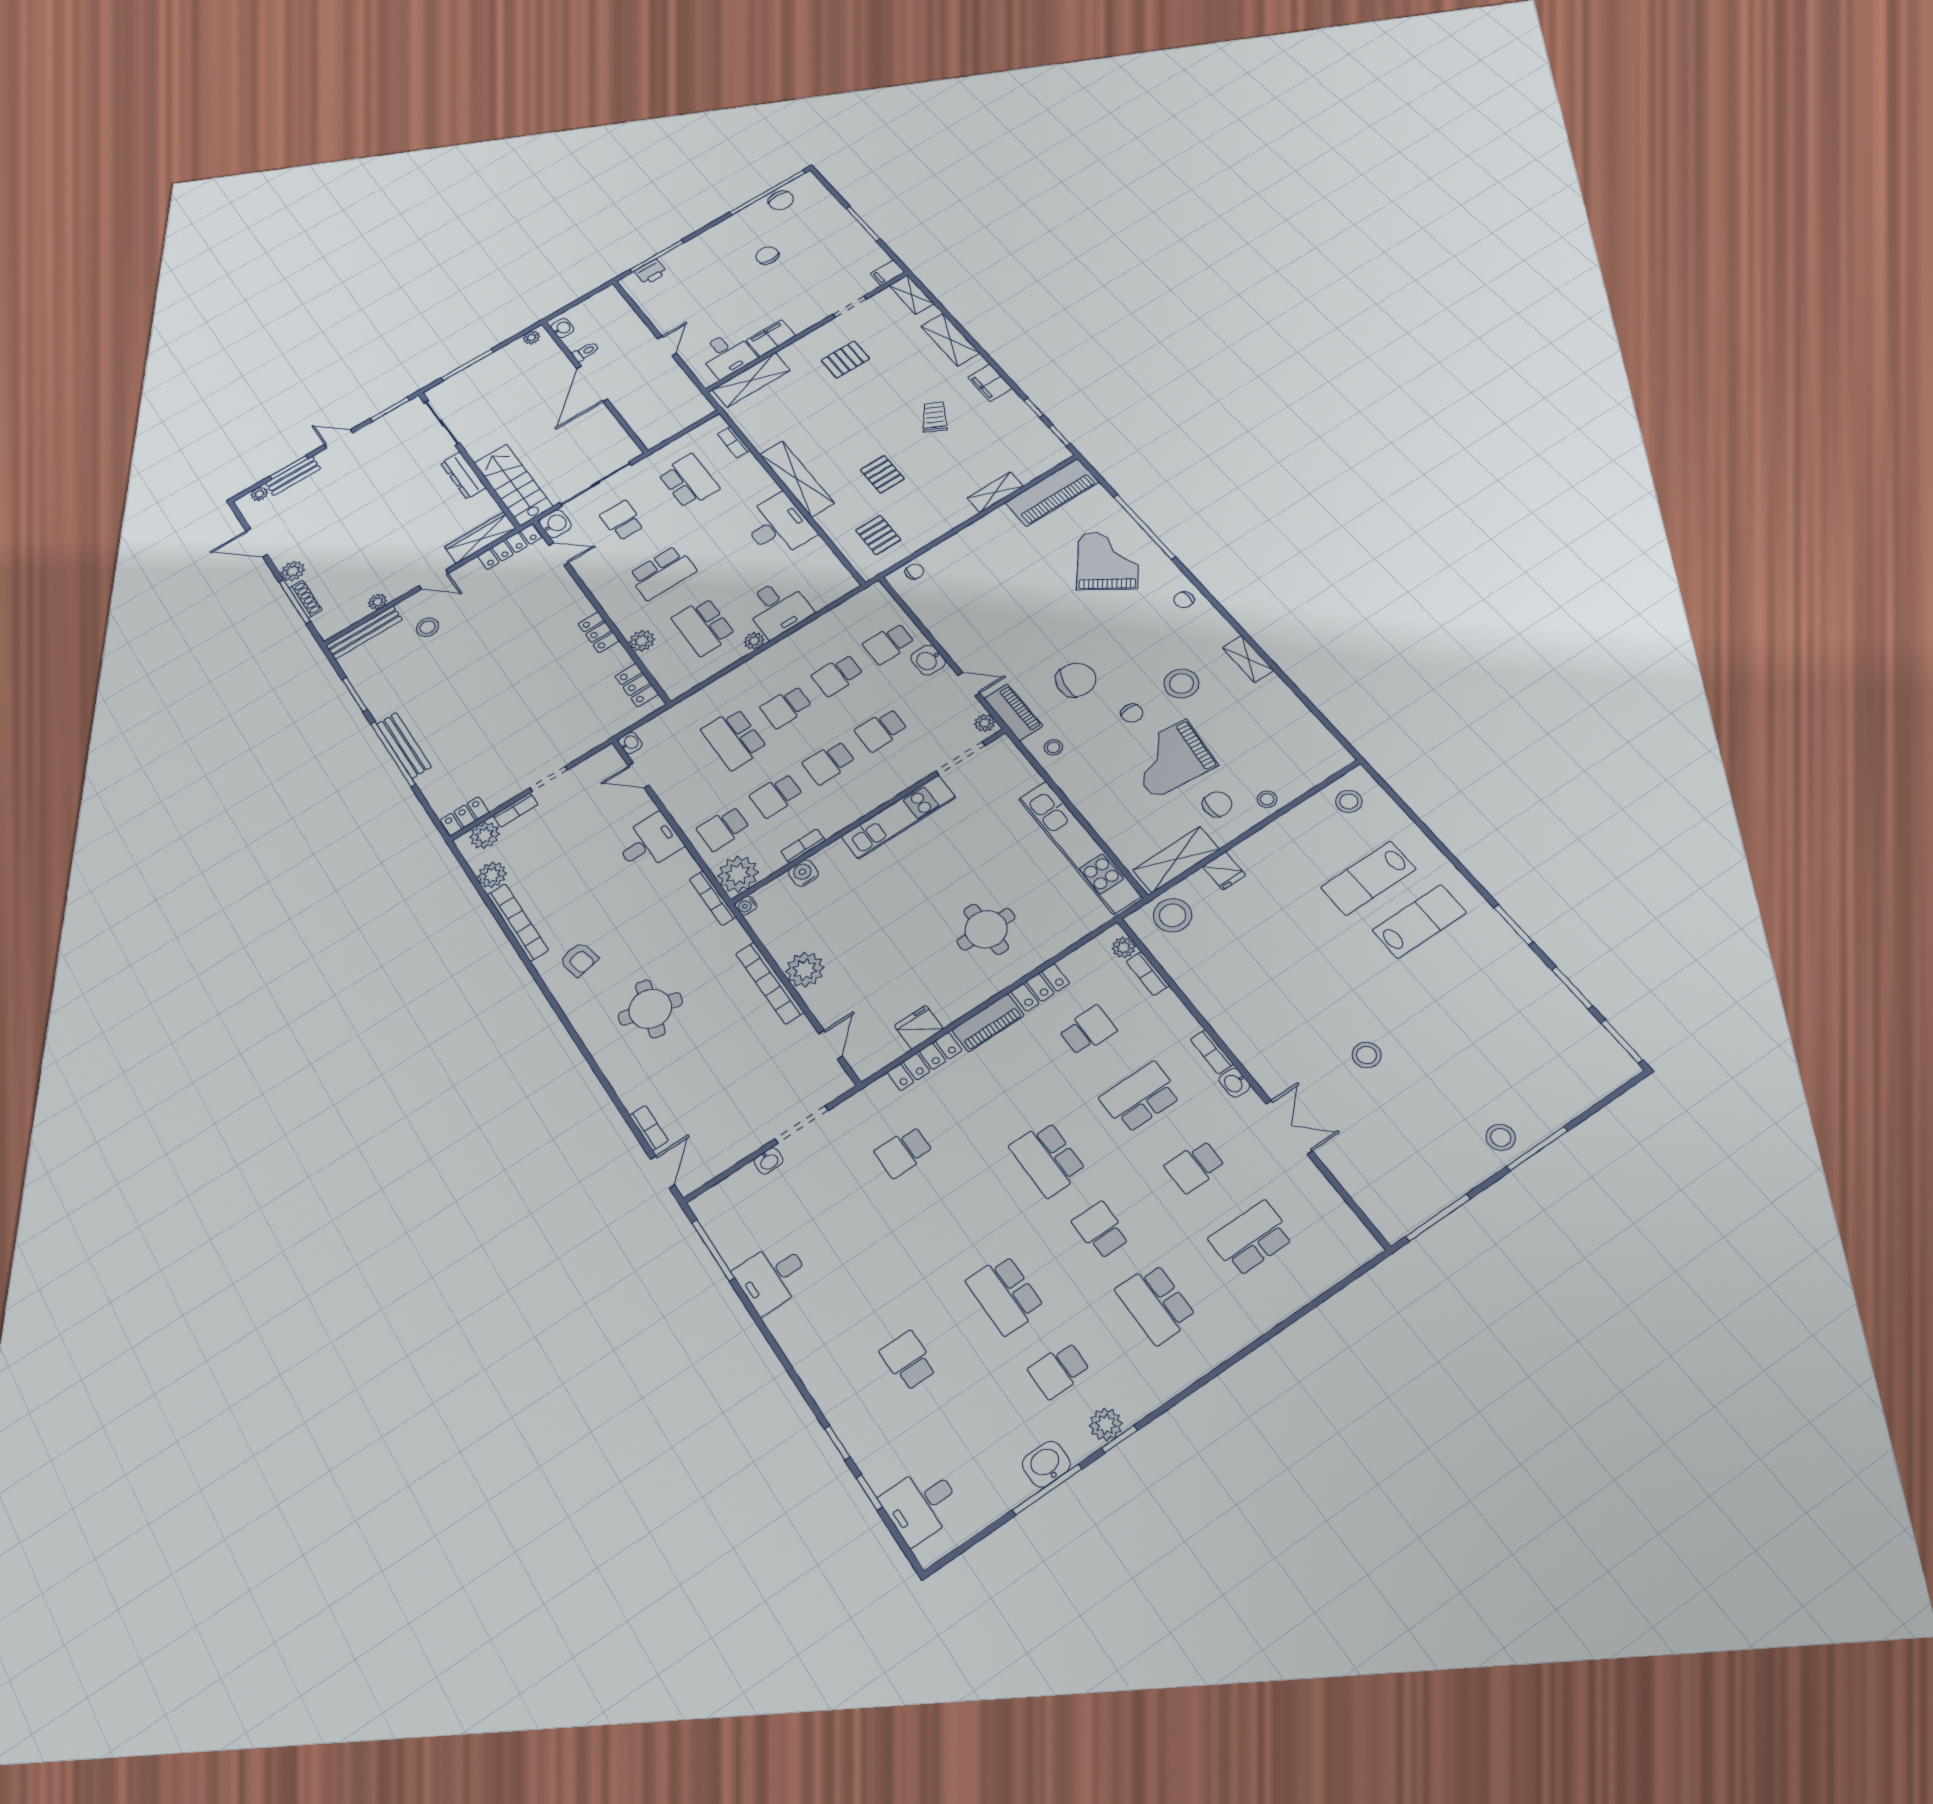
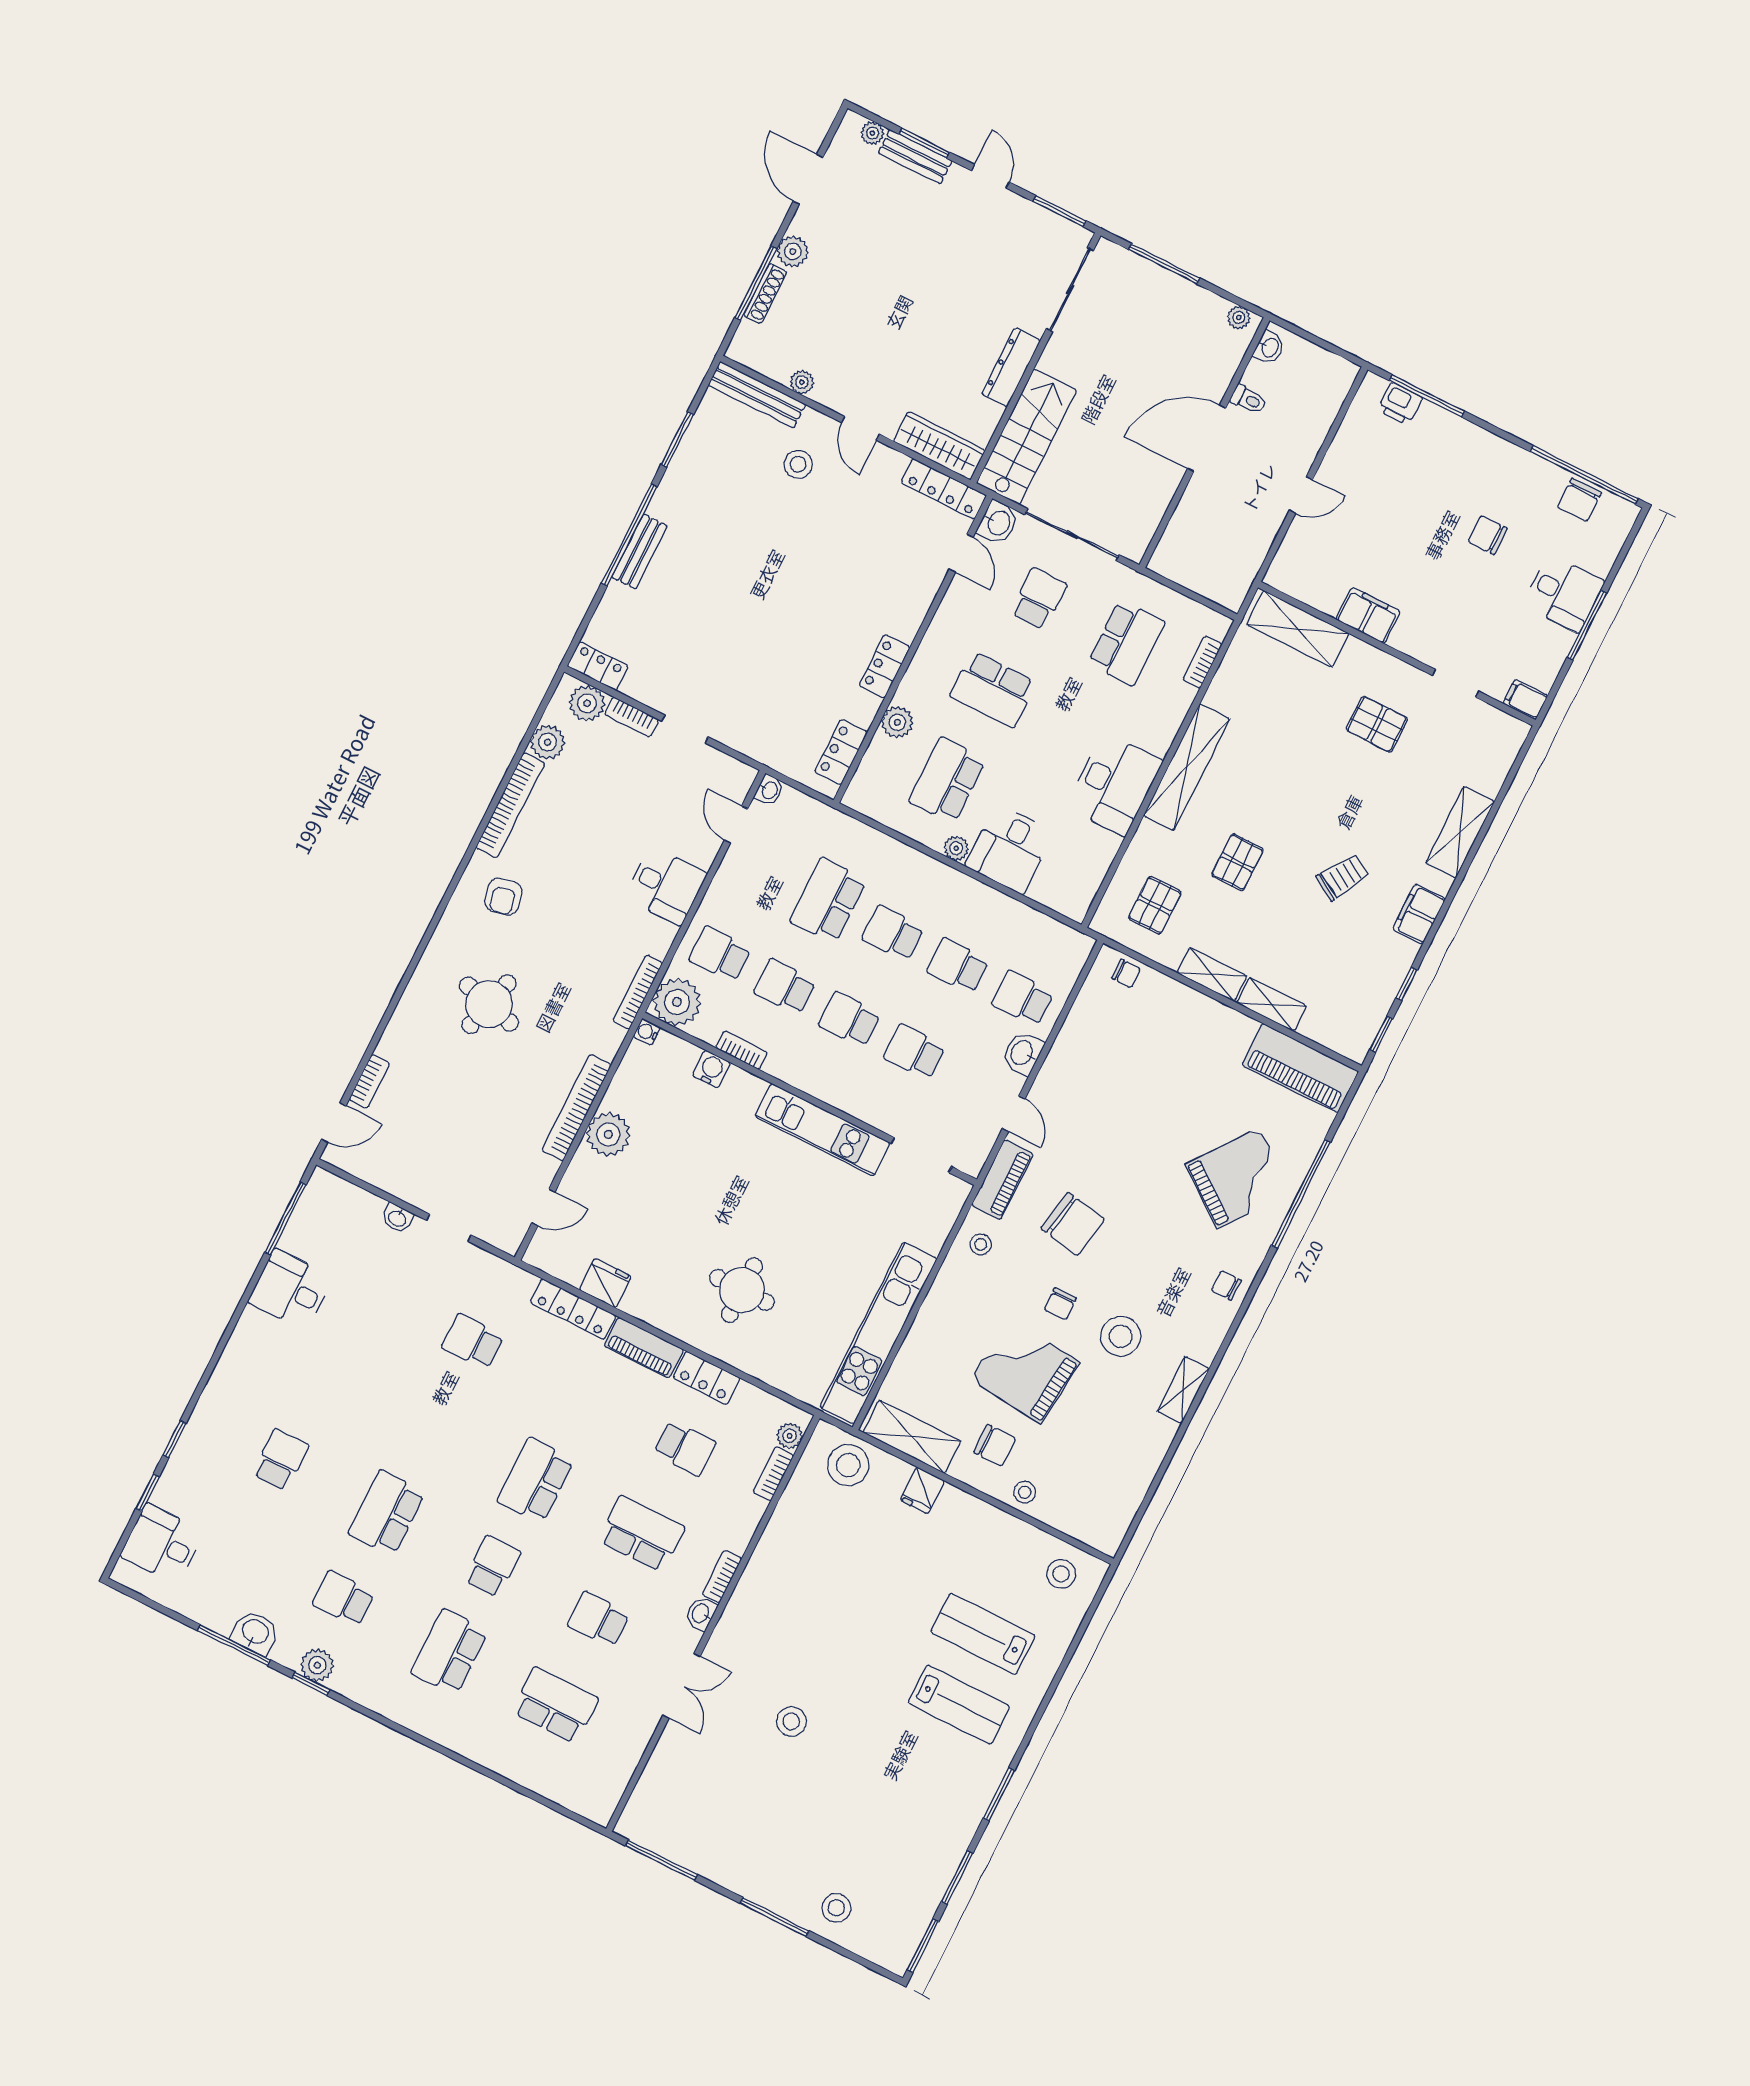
chair: (767, 255) -> (1488, 535), turned -91
shelving: (911, 295) -> (1212, 974), moved, turned 90
desk: (727, 354) -> (1564, 593), moved, turned -90
plant: (985, 723) -> (975, 1157), removed
bench: (404, 745) -> (639, 552), width x0.73
doorway: (802, 1125) -> (449, 1228), width x0.73
stool: (1501, 1137) -> (836, 1908), moved

